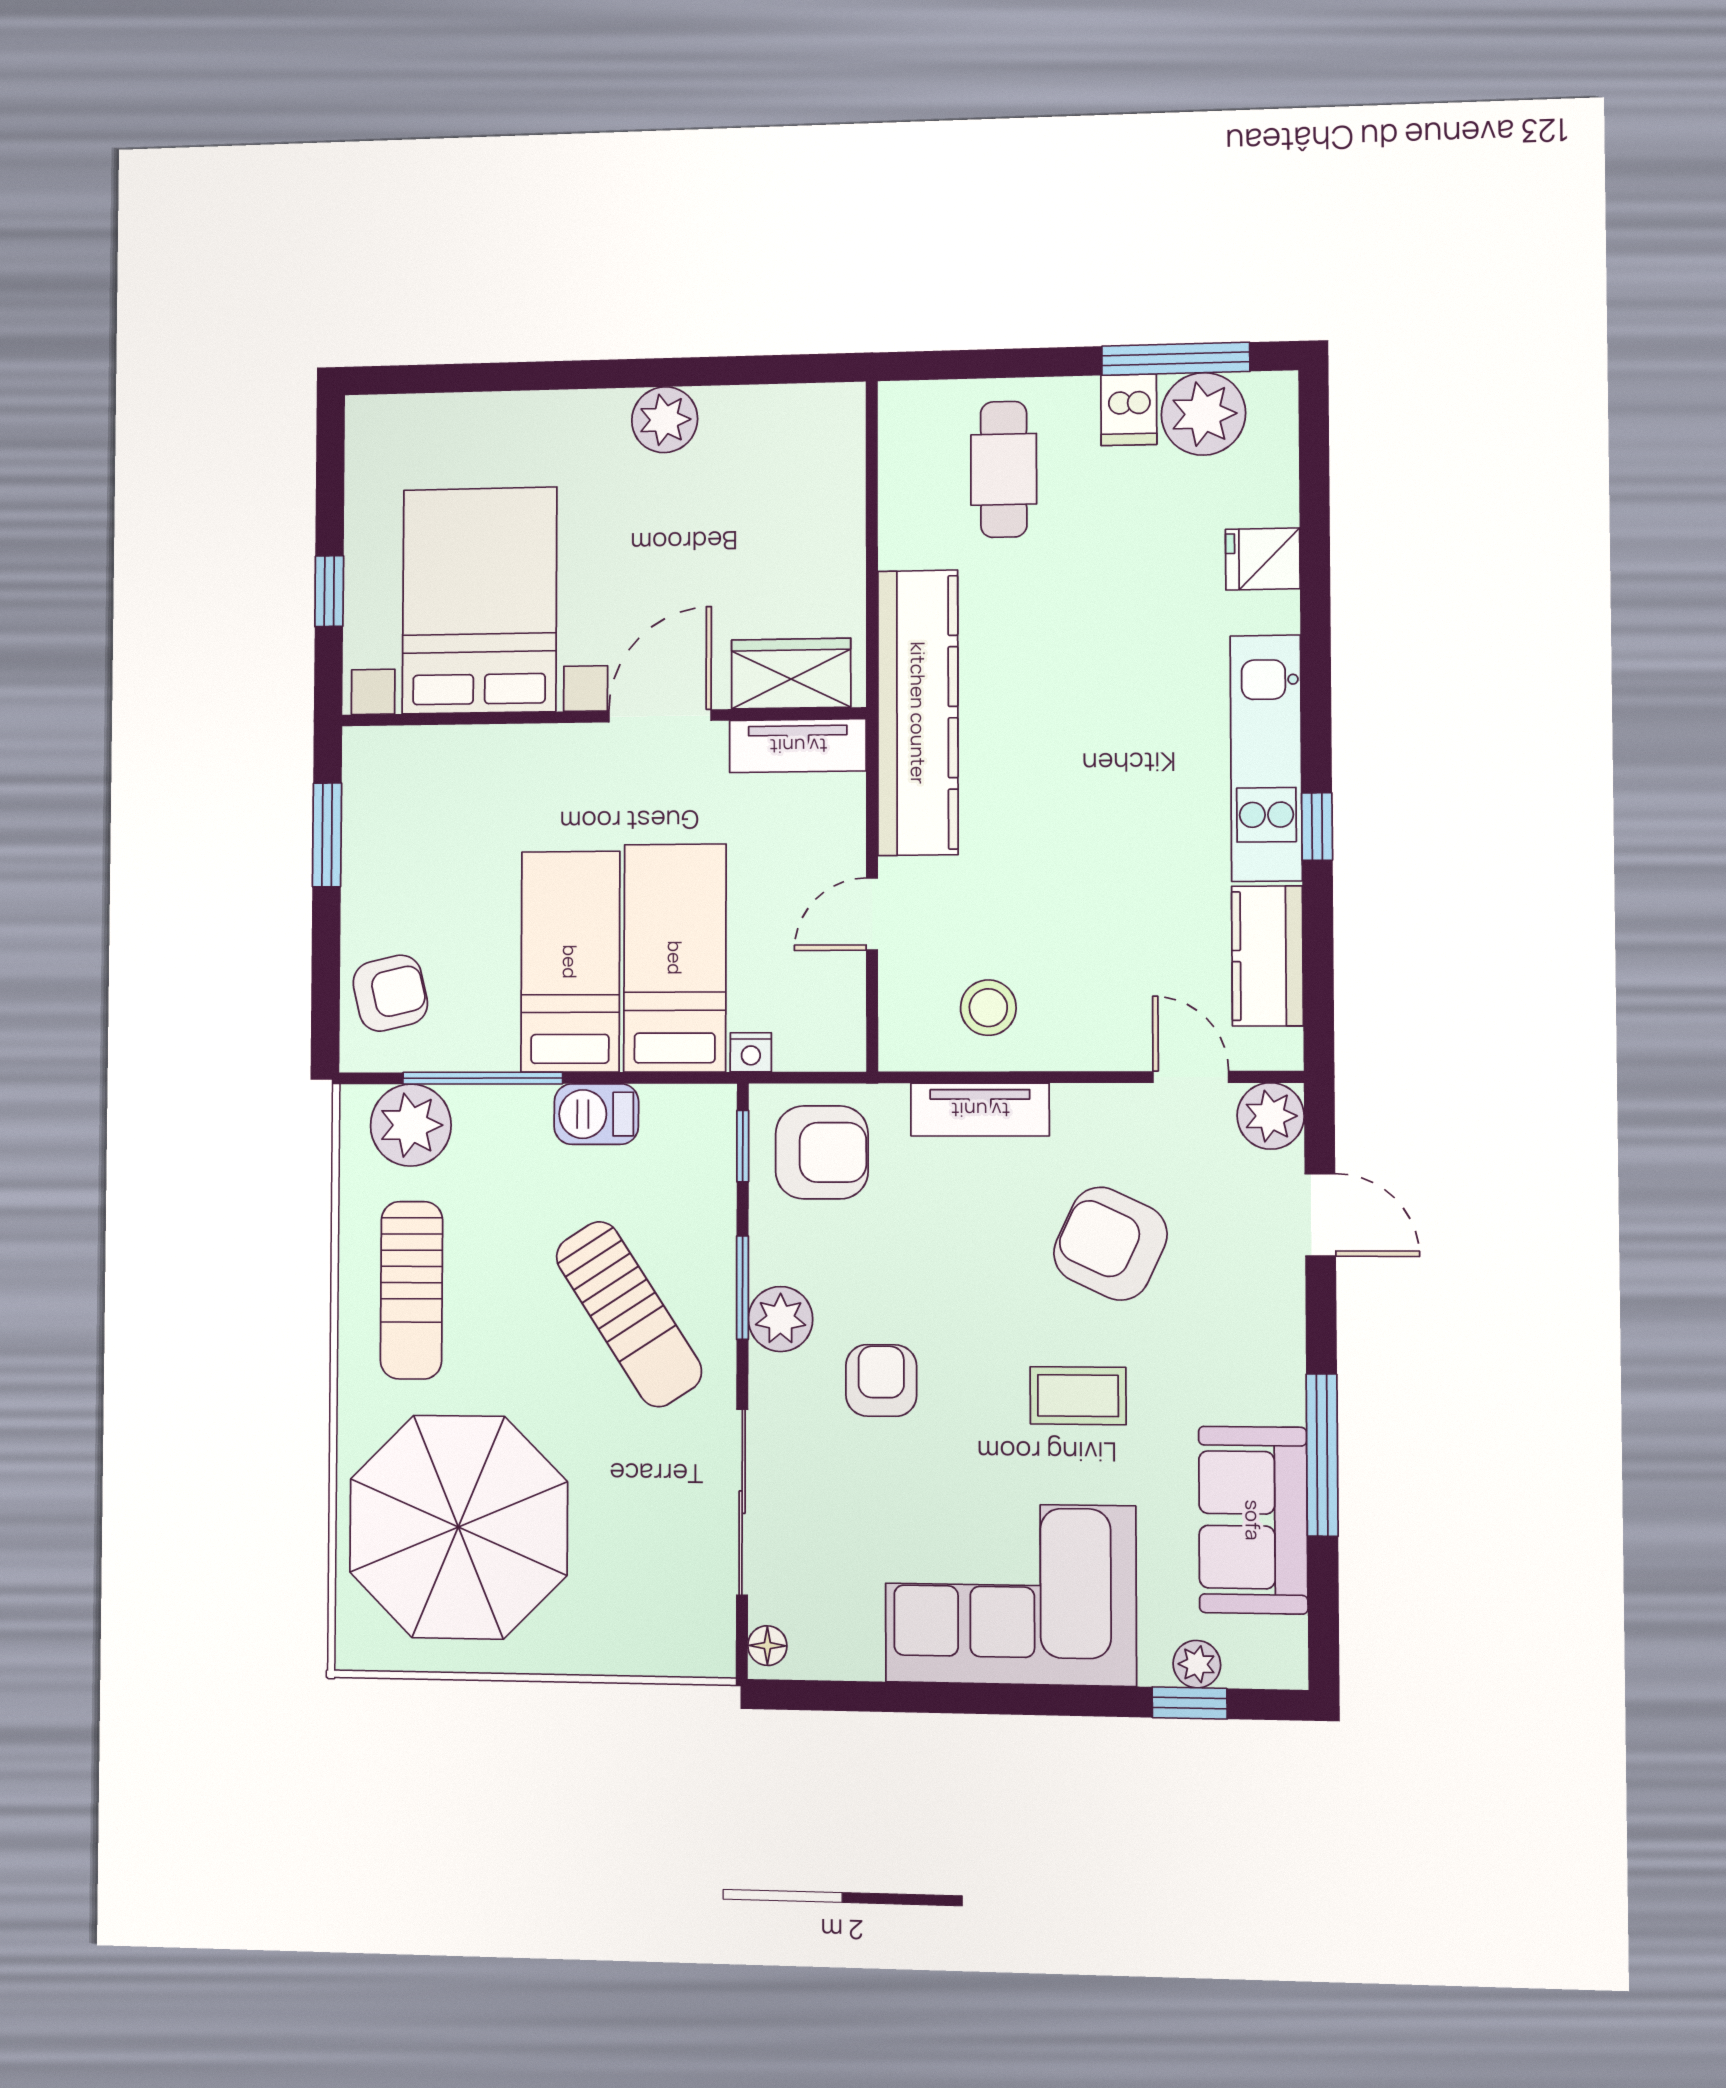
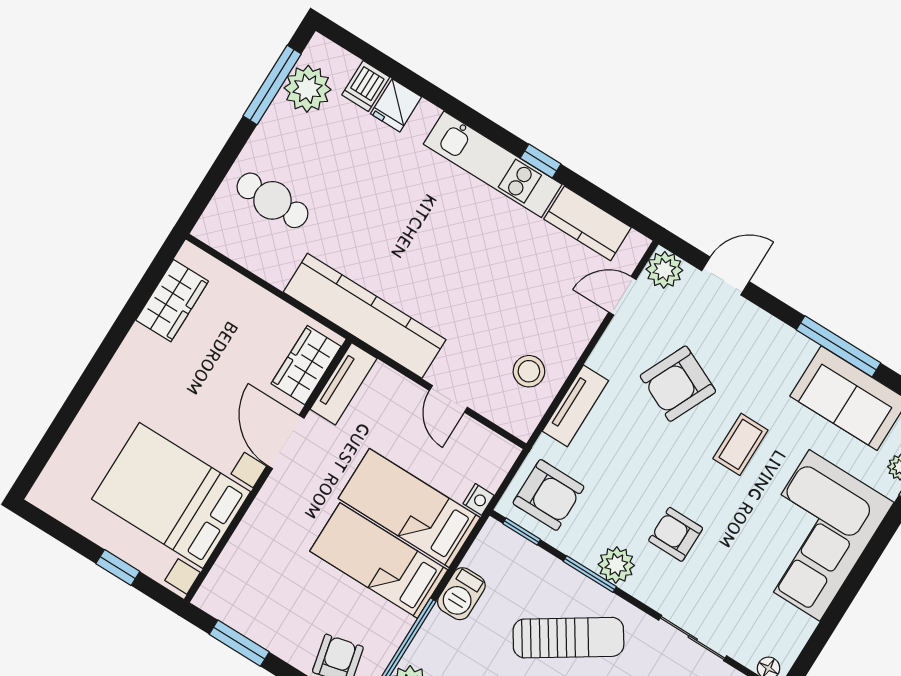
dishwasher: (1129, 410) -> (366, 86), moved, turned 90
plant: (665, 420) -> (140, 349), removed
wardrobe: (764, 420) -> (172, 301), added
armchair: (822, 1152) -> (548, 495), turned 90
sliding door: (742, 1502) -> (693, 638), width x0.73

